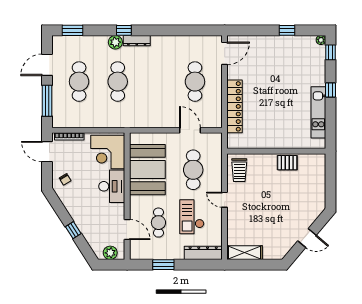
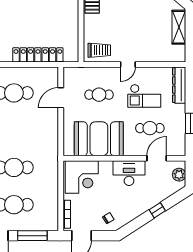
cafe table: (193, 170) -> (99, 95), width x0.73, depth x0.74
desk: (112, 186) -> (129, 173), moved
shelving: (245, 253) -> (179, 27), moved

